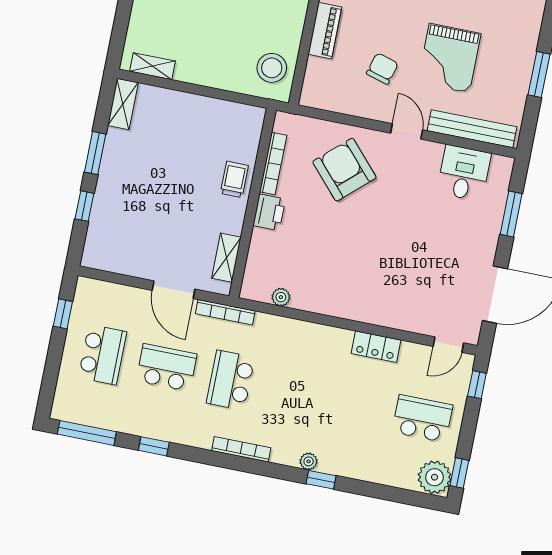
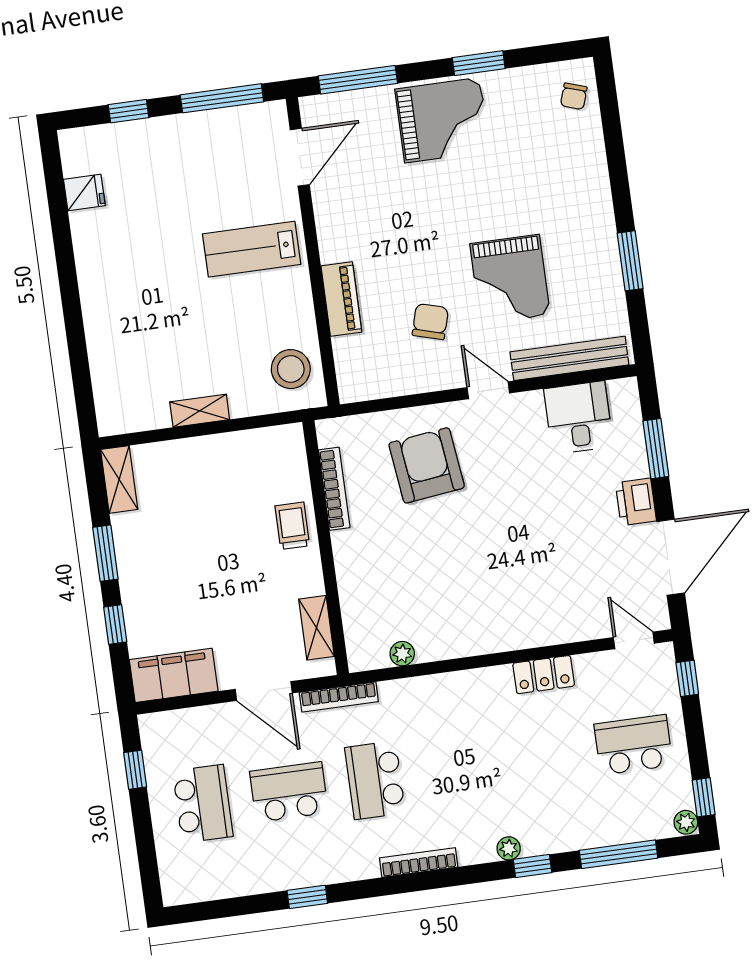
shelving: (152, 66) -> (200, 411), moved
armchair: (344, 170) -> (427, 465), turned 35
printer: (269, 212) -> (636, 502), moved, turned 180
filing cabinet: (113, 256) -> (174, 675), added
door: (448, 345) -> (634, 640), swing flipped
window: (87, 433) -> (619, 854), moved
plant: (435, 477) -> (686, 822), width x0.53, depth x0.53

